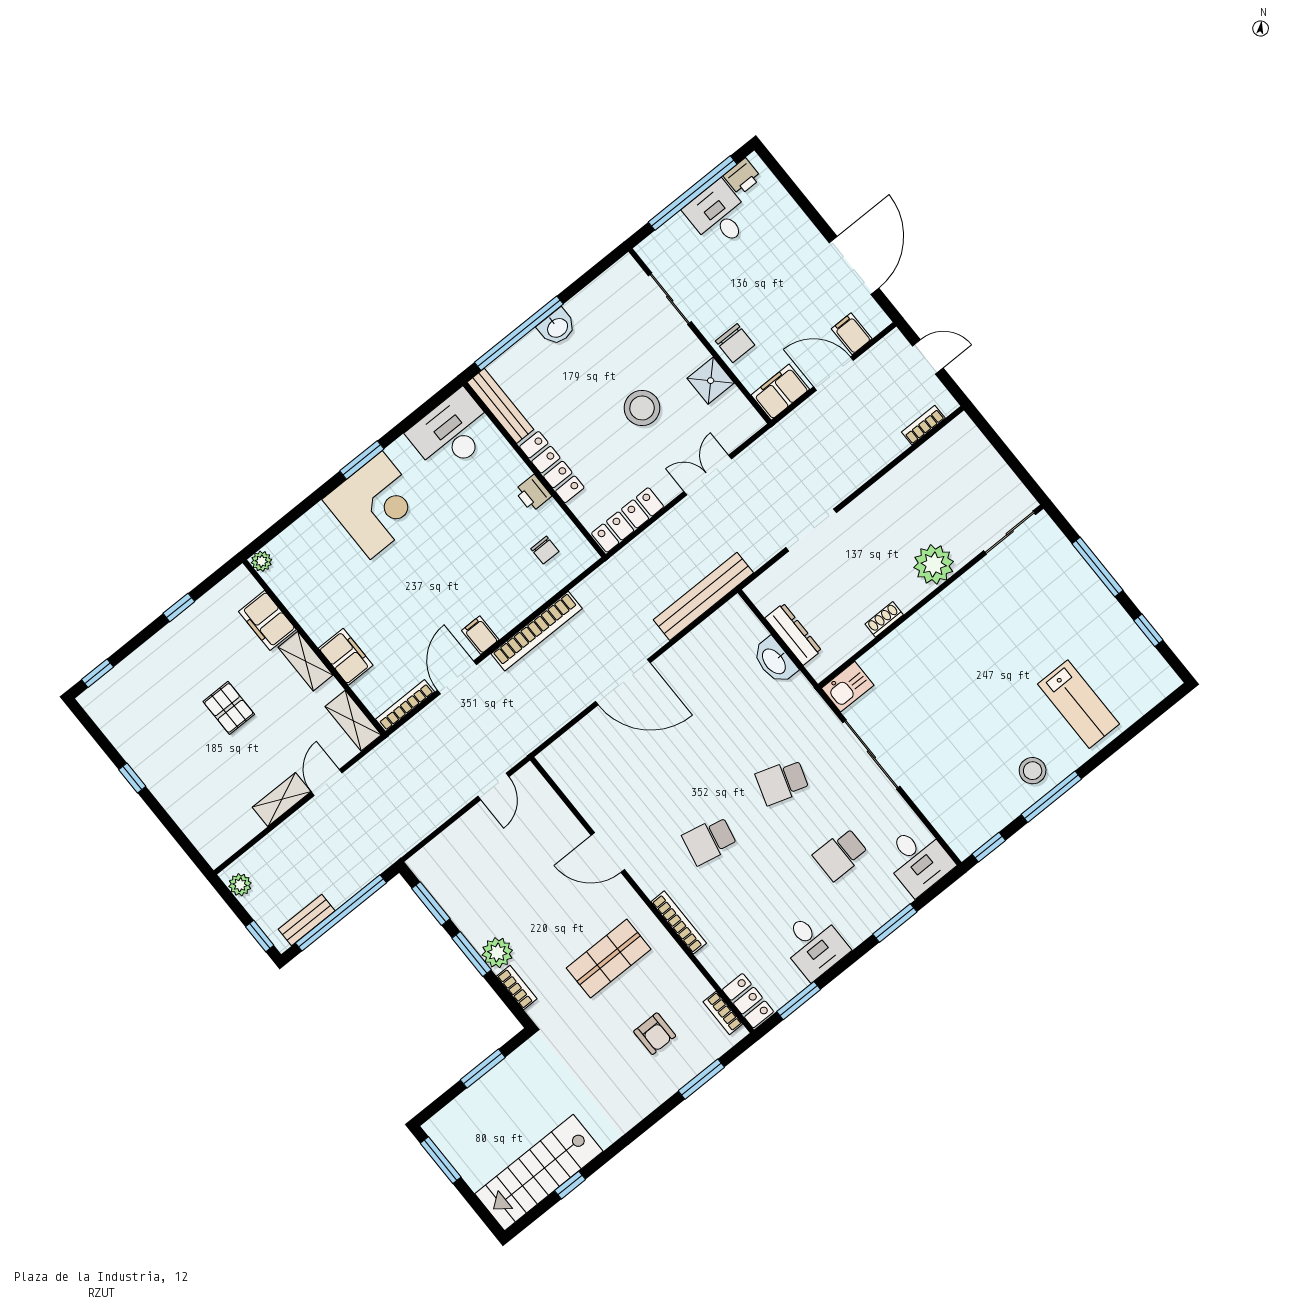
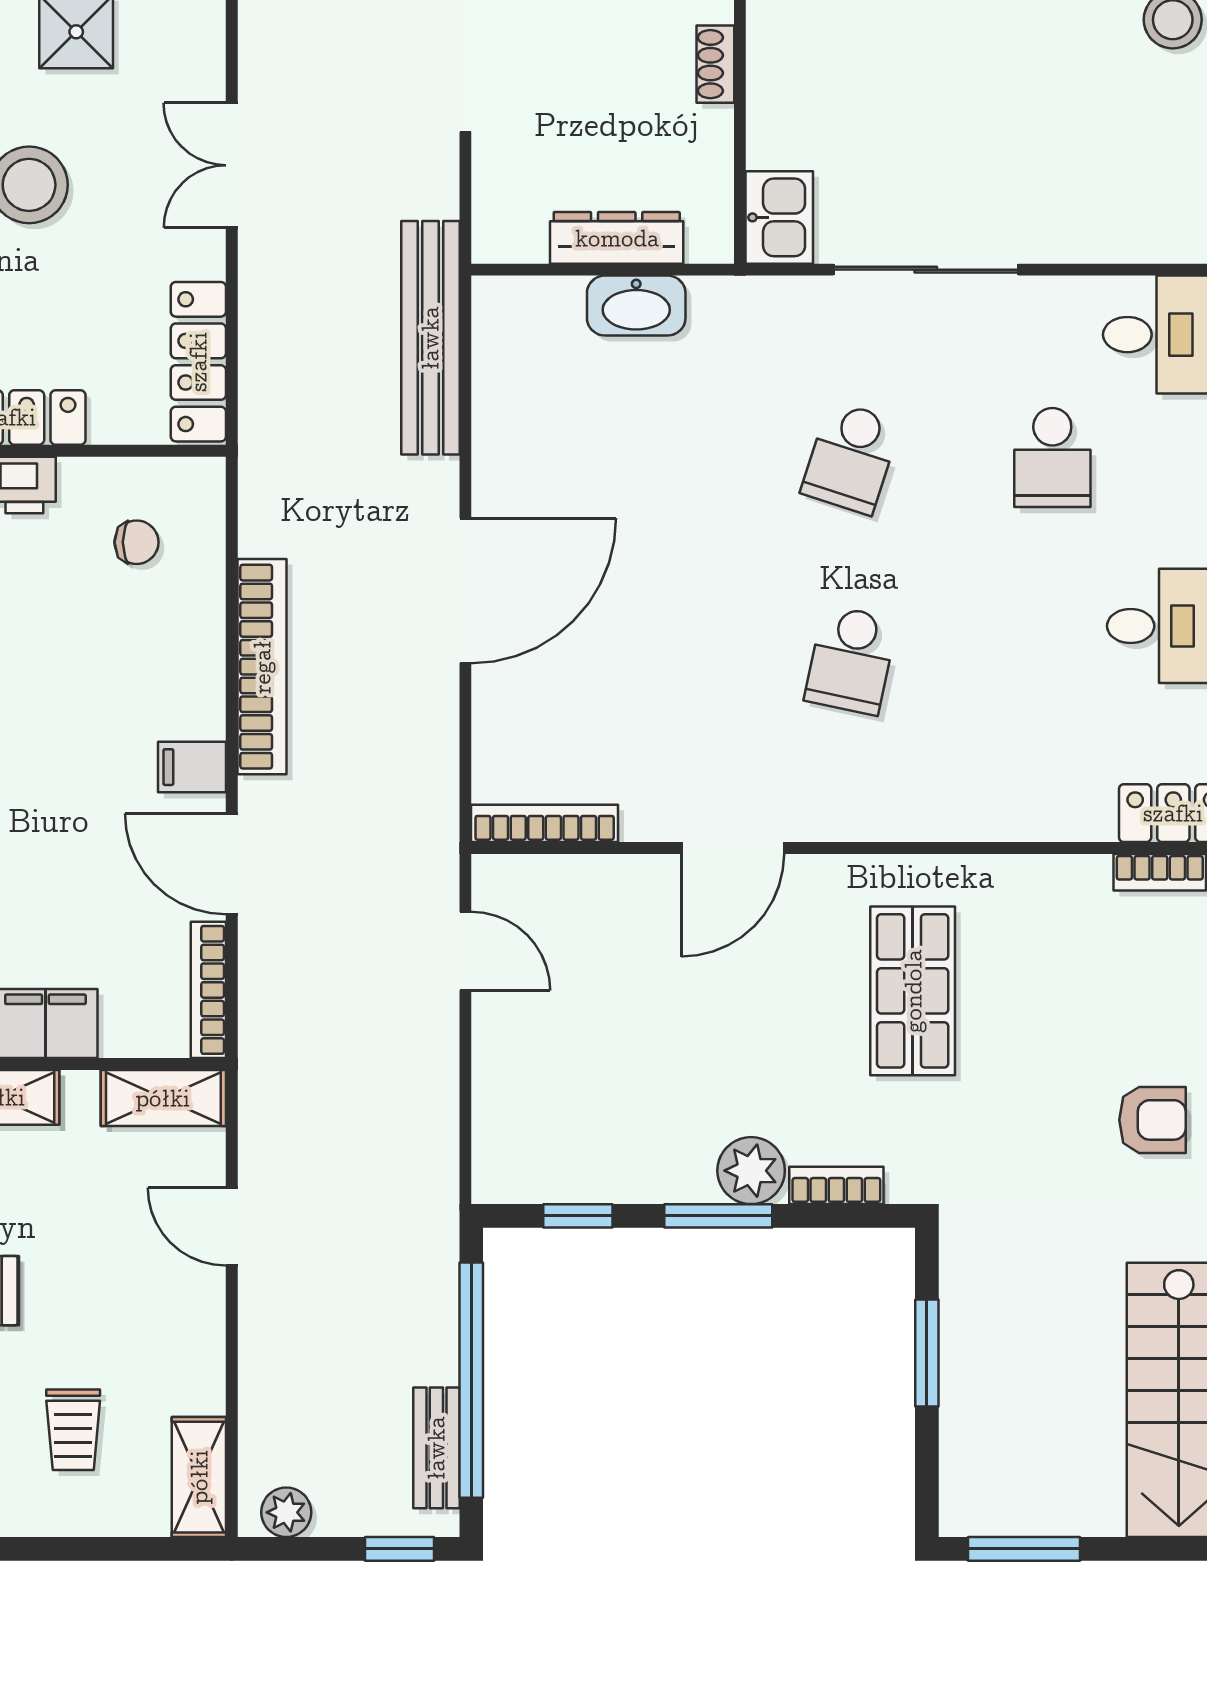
trolley: (208, 784) -> (73, 1430), added
shelving: (282, 799) -> (199, 1477), moved
window: (431, 904) -> (578, 1216), width x0.67
bookcase: (679, 922) -> (545, 823), moved
armchair: (655, 1034) -> (1152, 1120), moved

